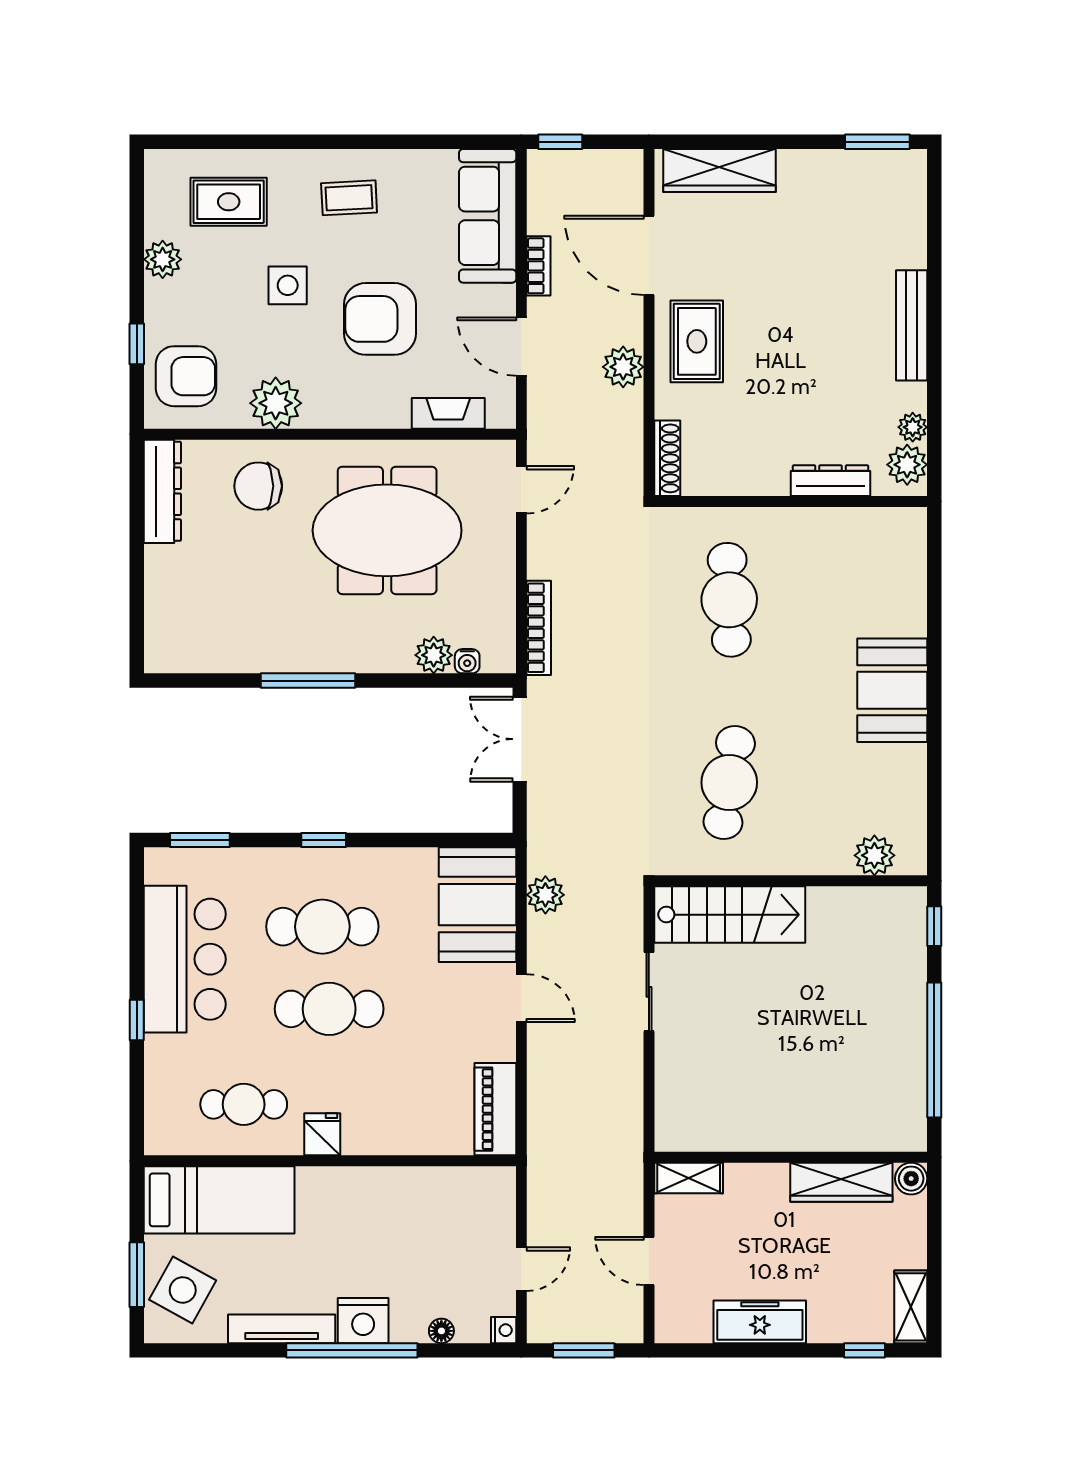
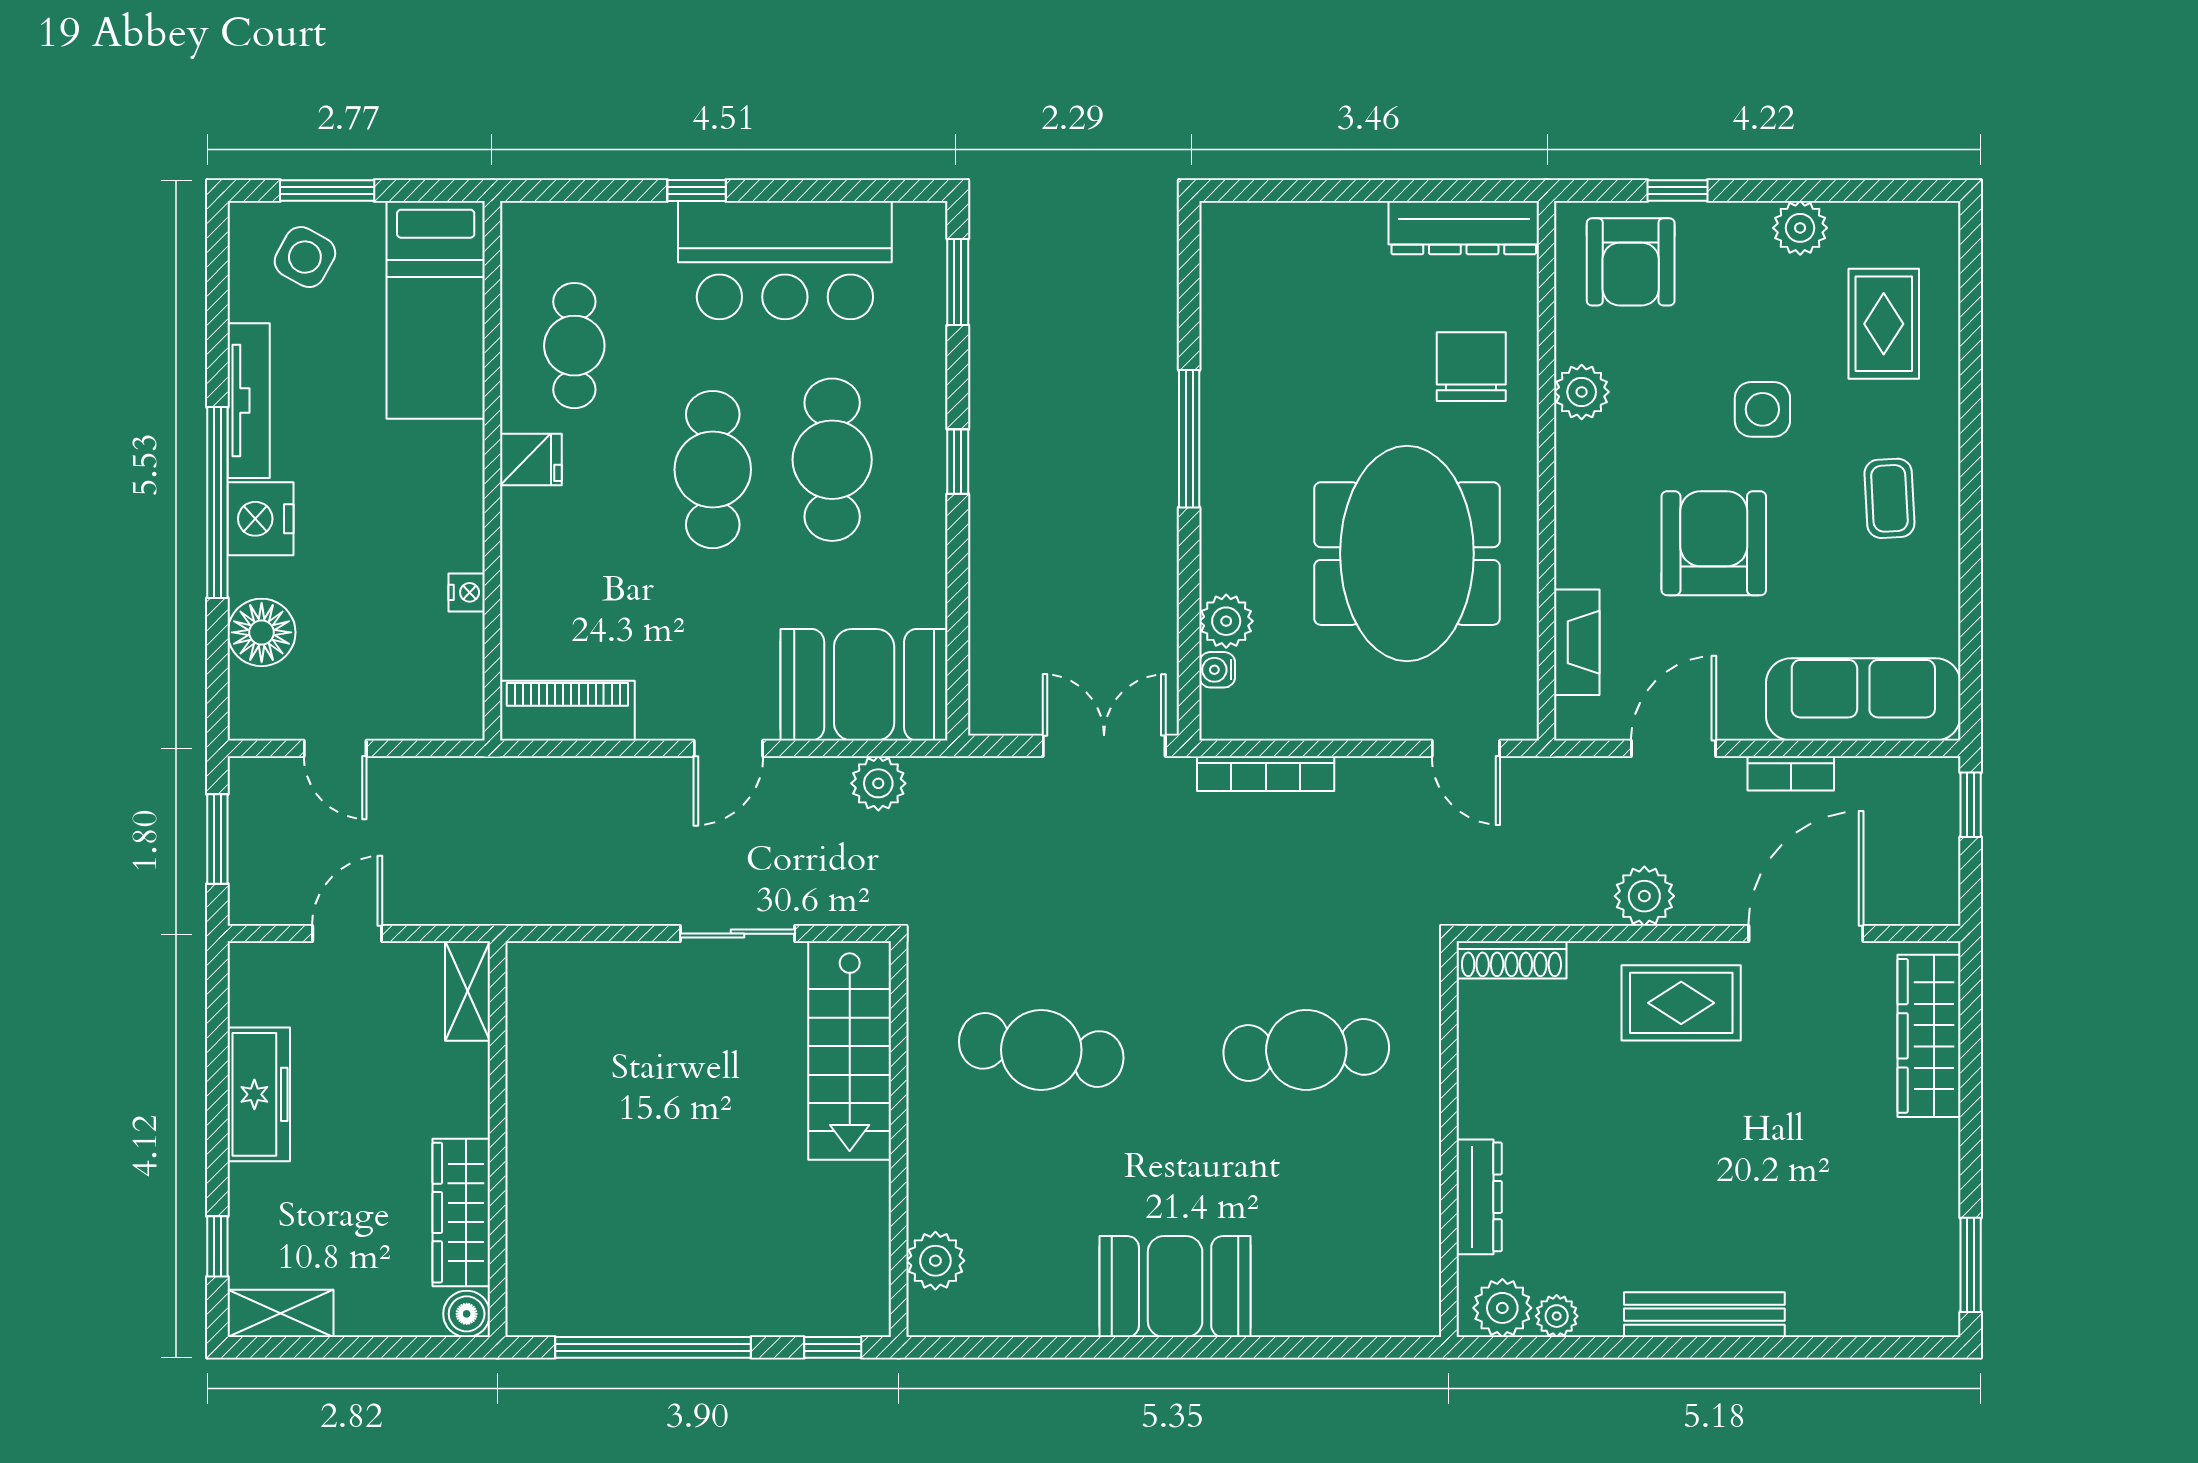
plant: (276, 403) -> (1582, 392), width x0.73, depth x0.73
side table: (183, 1290) -> (305, 257), width x0.73, depth x0.73
nightstand: (504, 1330) -> (467, 592), moved, turned -90
floor lamp: (441, 1331) -> (262, 632), width x1.89, depth x1.89

